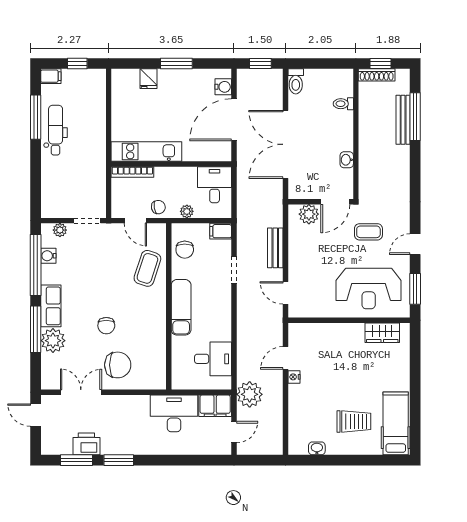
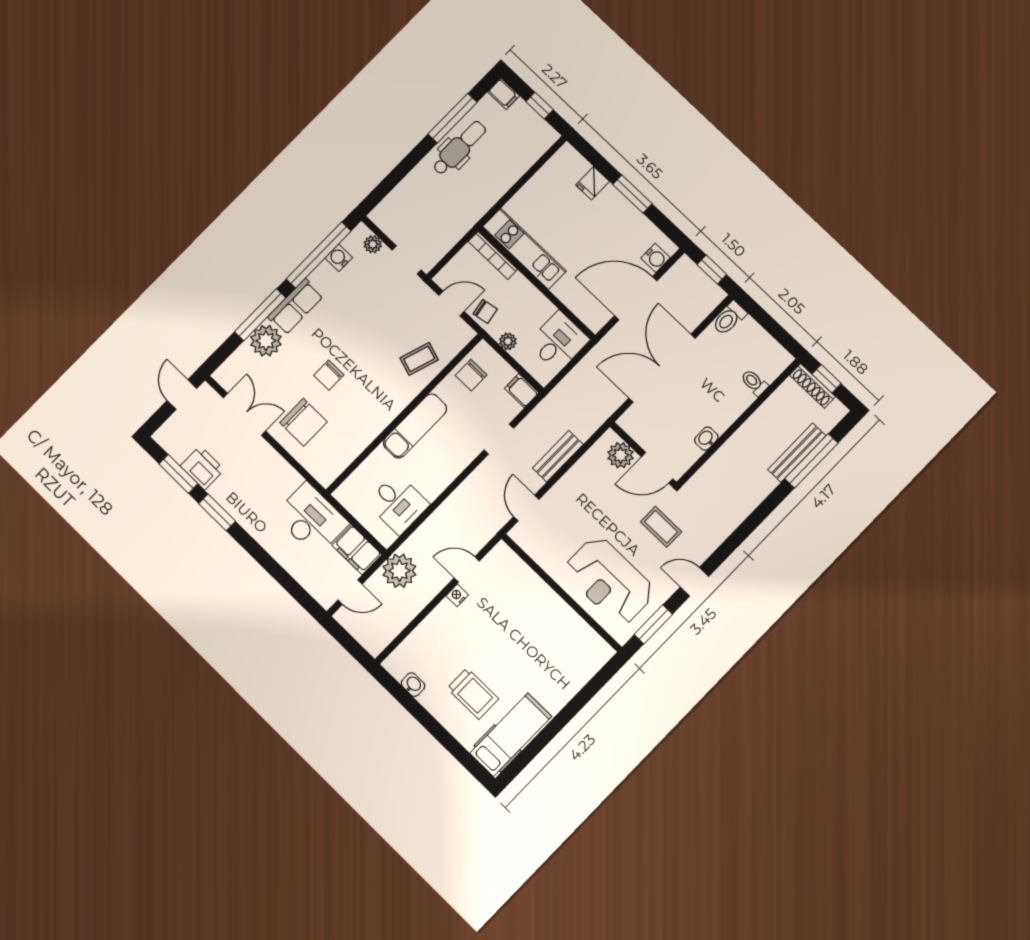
door: (135, 221) -> (451, 303), swing flipped
coffee table: (147, 268) -> (419, 359), width x0.73, depth x0.77
wardrobe: (382, 333) -> (582, 635), removed

